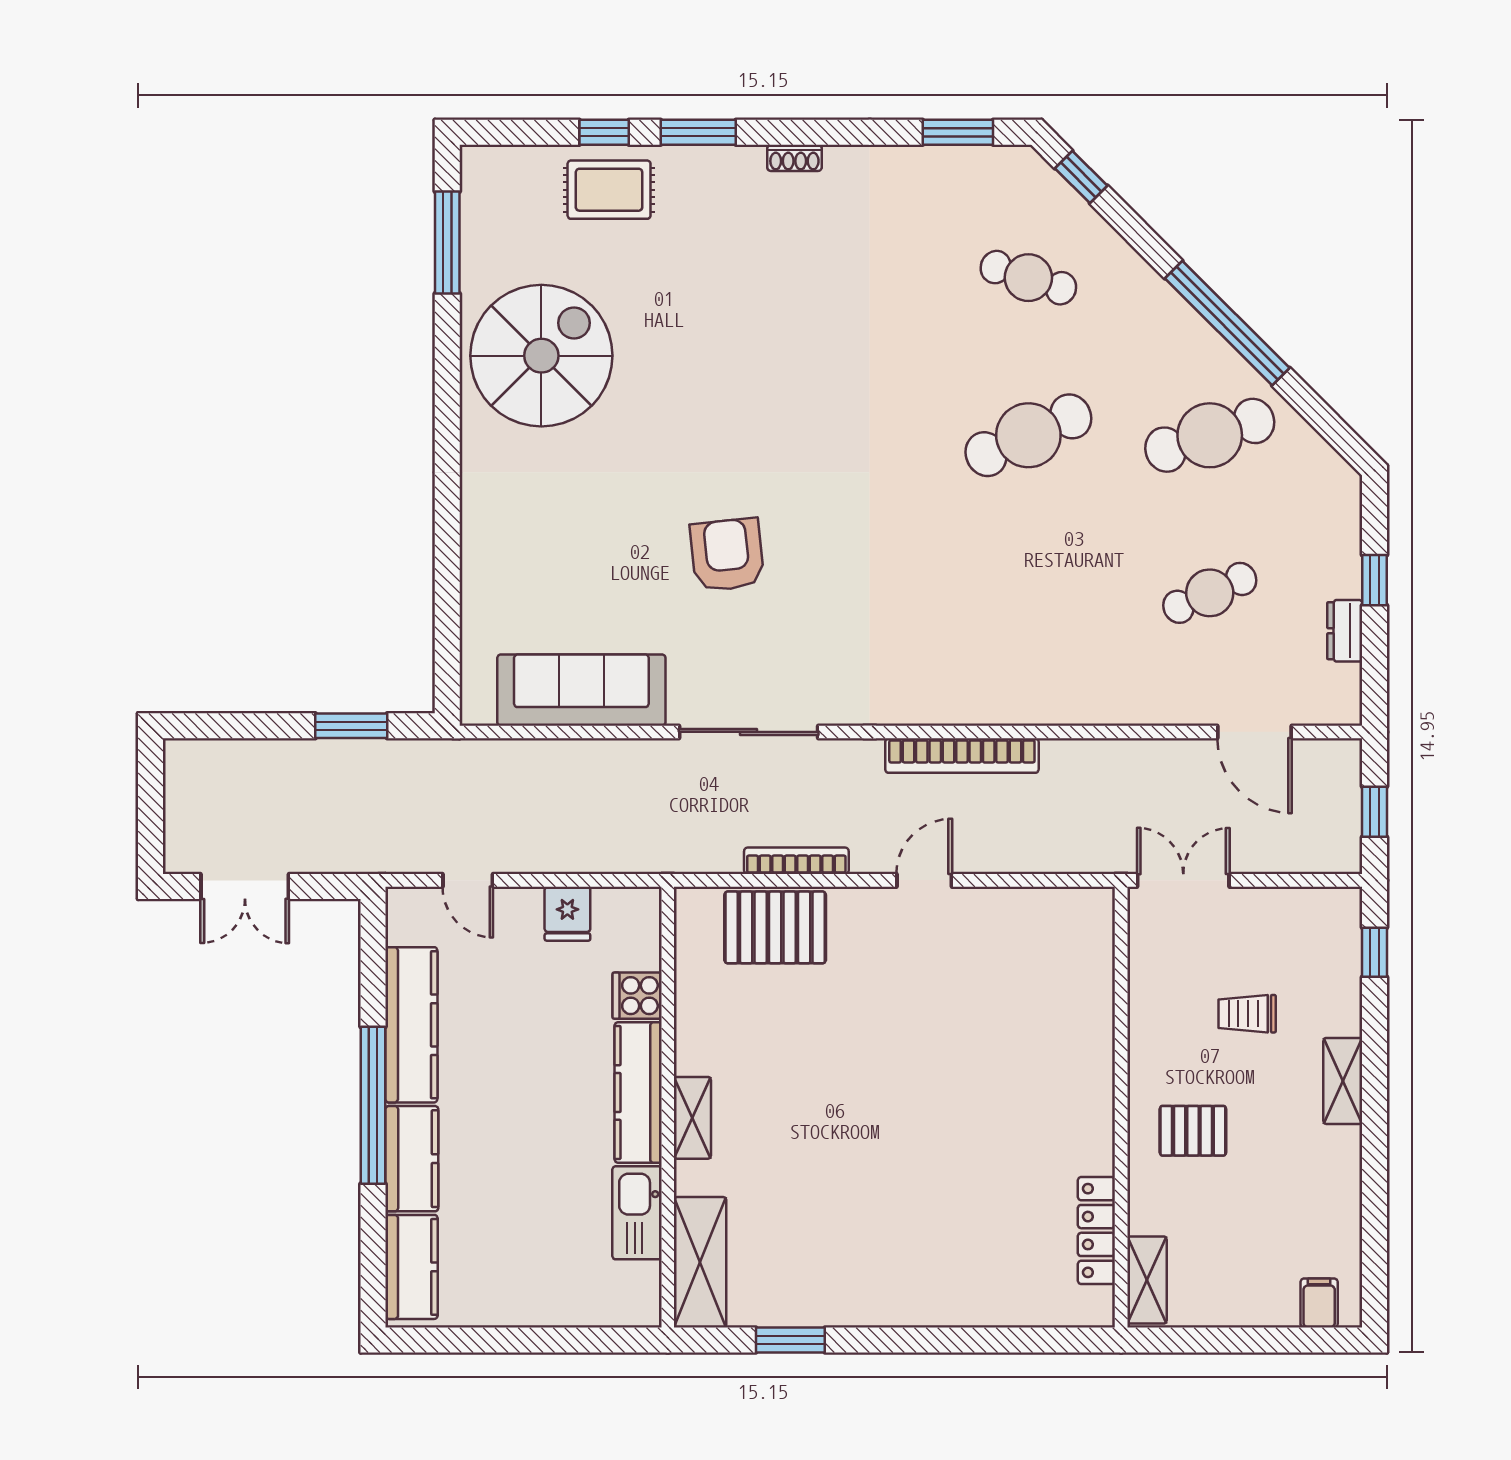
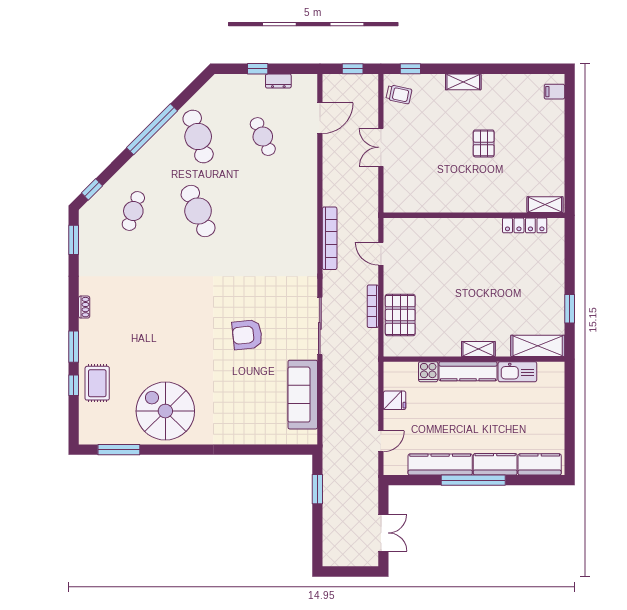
trolley: (1247, 1014) -> (399, 94), moved, turned -78
wall: (1121, 1107) -> (474, 215), moved
locker: (1096, 1231) -> (525, 225), moved
shelving: (1147, 1280) -> (545, 205), moved

